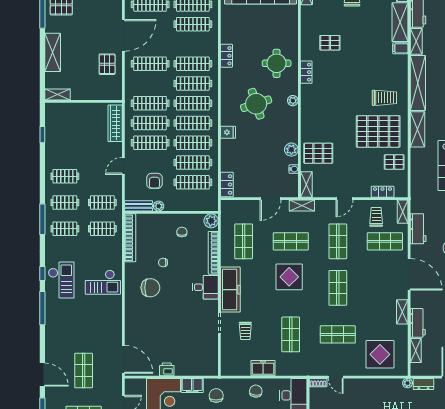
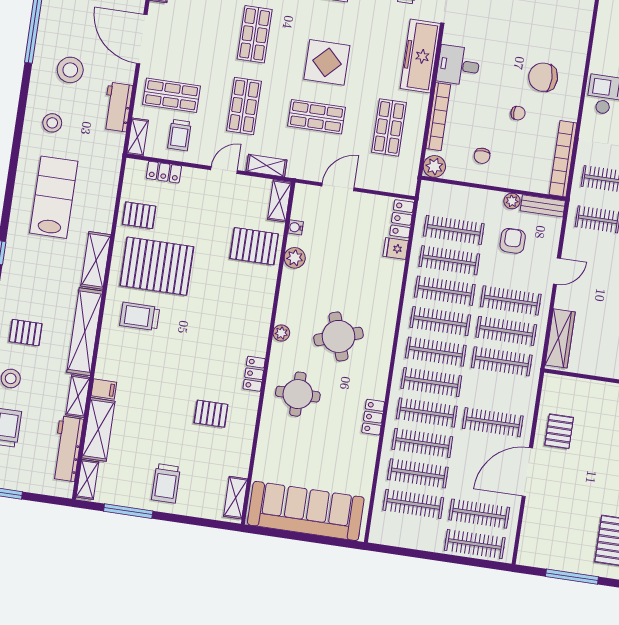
clothes rail: (193, 44) -> (422, 443), added
fridge: (228, 132) -> (396, 249), moved
shelving: (302, 206) -> (266, 166), moved

